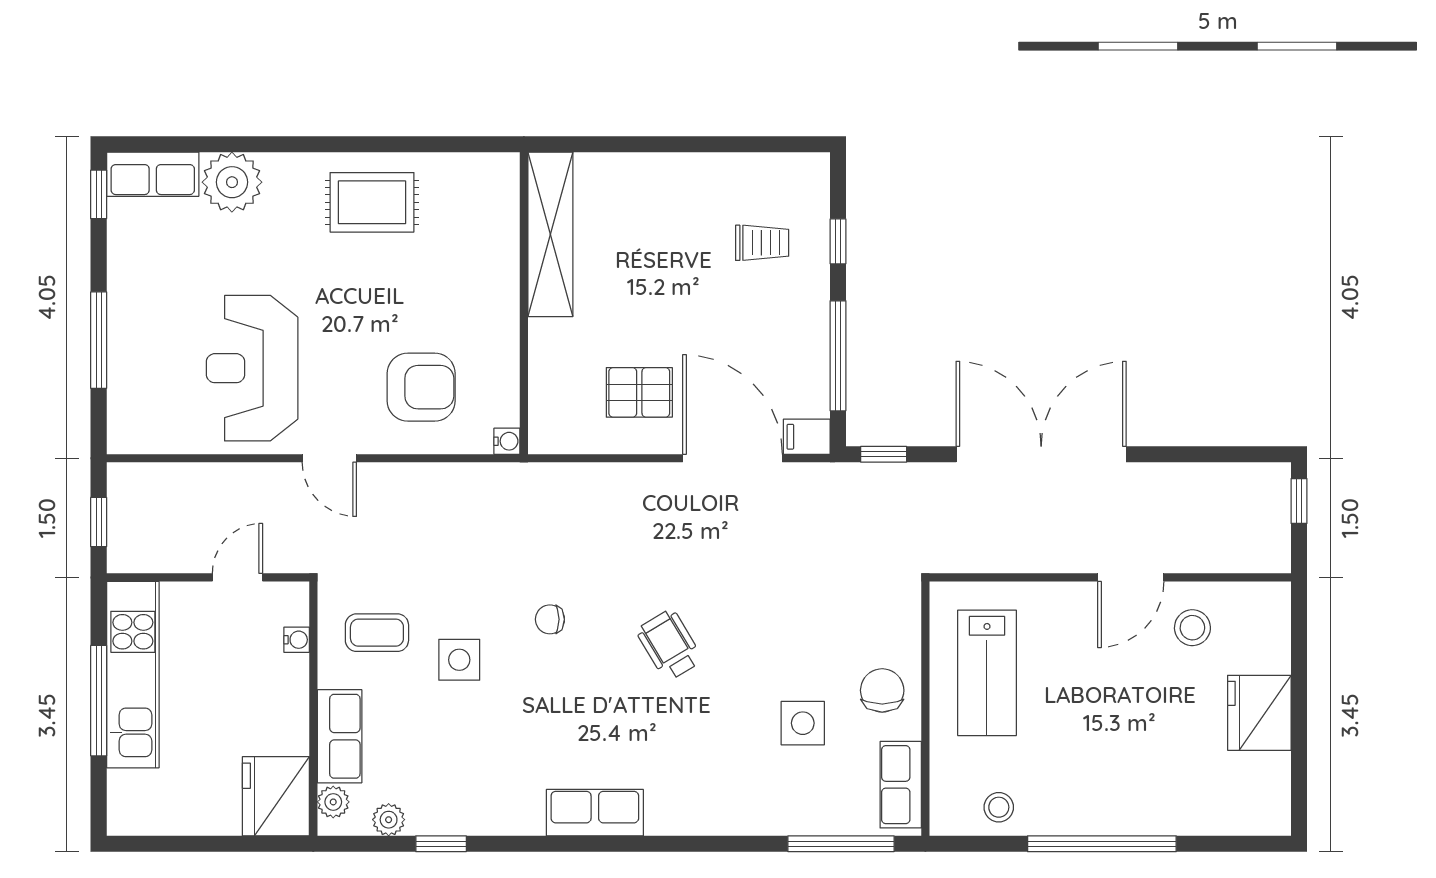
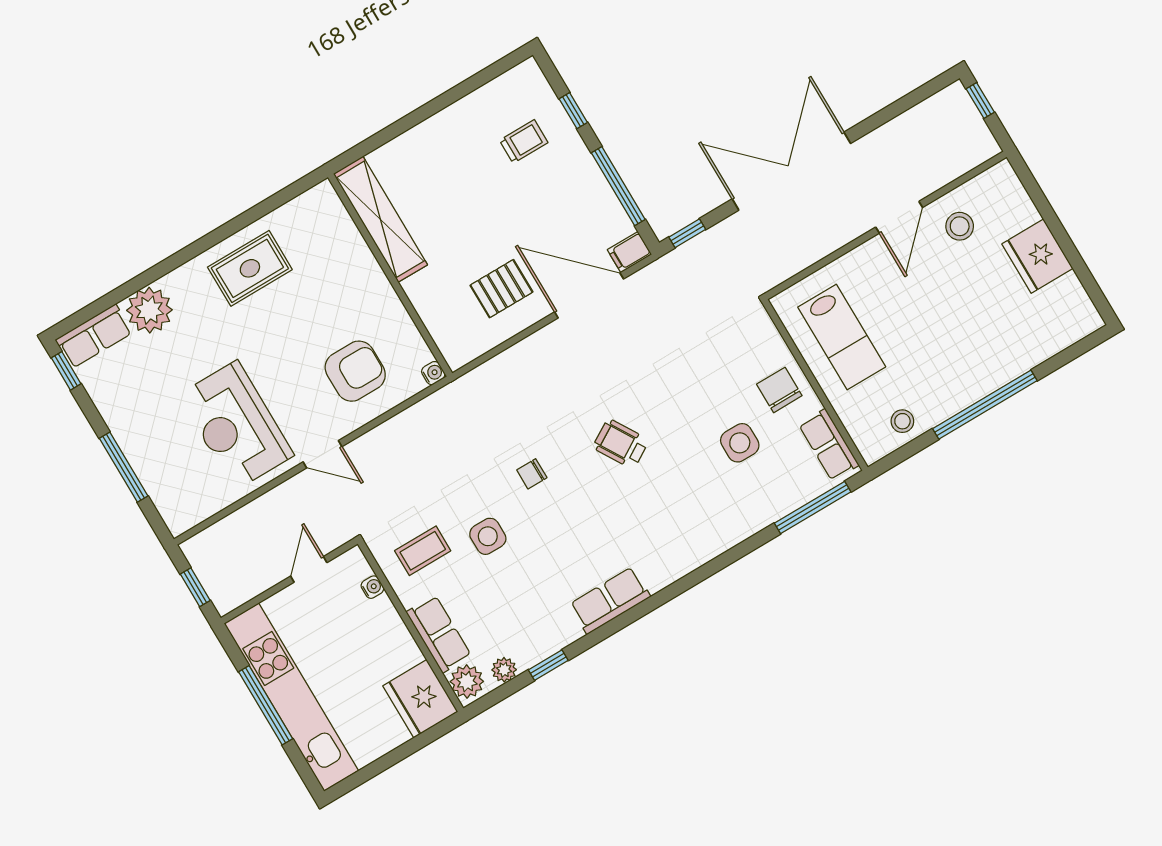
kitchen unit: (133, 675) -> (291, 697), width x1.36
plant: (333, 802) -> (467, 681), width x1.38, depth x1.38
row of seats: (595, 813) -> (610, 600), moved

